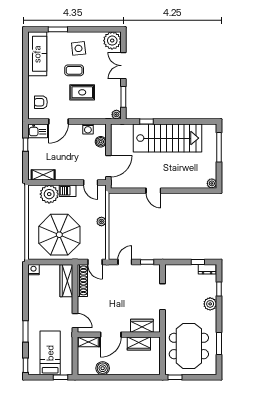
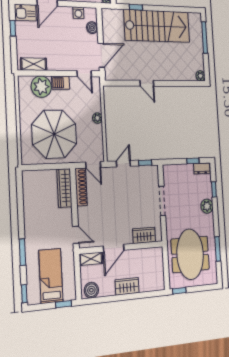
nightstand: (33, 270) -> (28, 177), removed
wardrobe: (139, 344) -> (127, 286), moved, turned 180
boiler: (103, 368) -> (91, 290), moved

